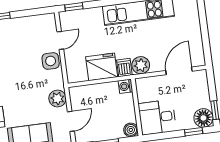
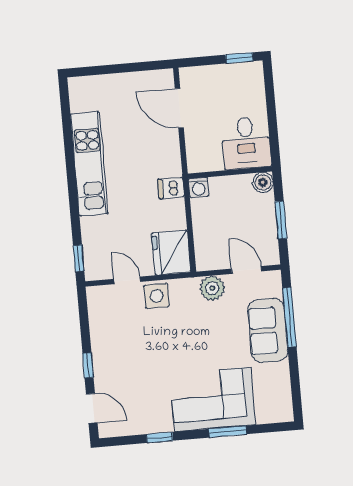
plant: (141, 65) -> (169, 164), removed
fridge: (102, 67) -> (171, 253), moved
floor lamp: (203, 118) -> (250, 75), removed
window: (194, 132) -> (270, 90), removed

